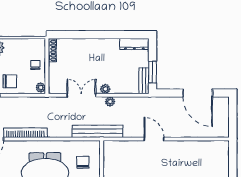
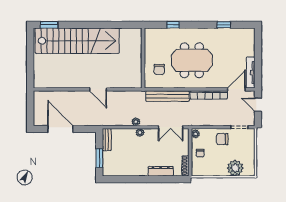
dresser: (134, 44) -> (161, 171), moved
window: (153, 72) -> (99, 158), moved
double door: (81, 95) -> (171, 127), moved
bench: (97, 131) -> (167, 96), moved

